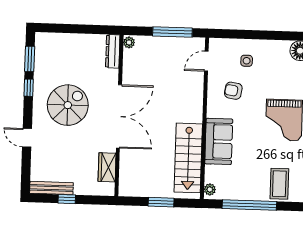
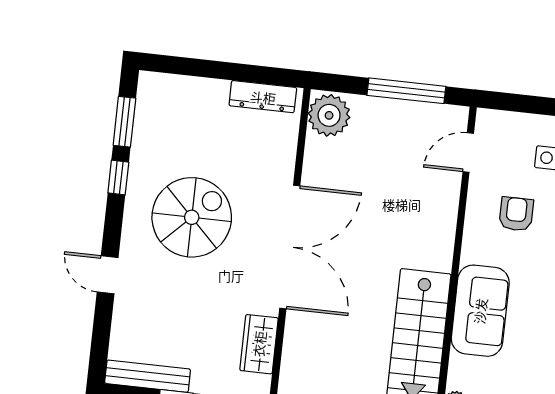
plant: (129, 42) -> (329, 115), width x1.88, depth x1.88
dresser: (113, 51) -> (263, 97), moved, turned -90
armchair: (233, 91) -> (516, 214), turned 81

